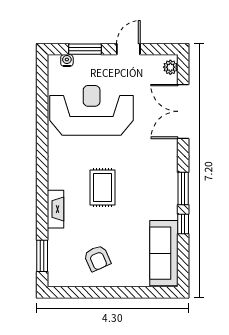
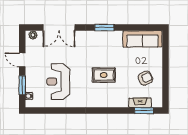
reception desk: (92, 110) -> (58, 82), width x0.74, depth x0.77
fireplace: (56, 209) -> (140, 103), moved
window: (183, 224) -> (125, 28), removed

